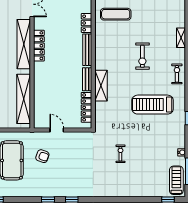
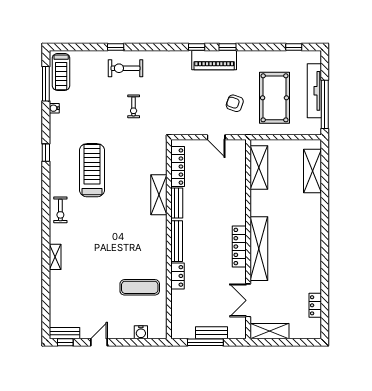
exercise bike: (142, 56) -> (125, 68), moved, turned -90
shelving: (24, 99) -> (259, 167), width x0.68
treadmill: (153, 105) -> (92, 170), turned -90
piano: (58, 189) -> (214, 60), added
window: (168, 200) -> (116, 47), moved

